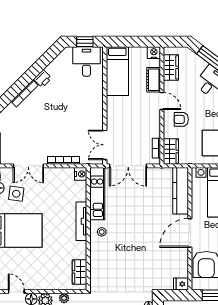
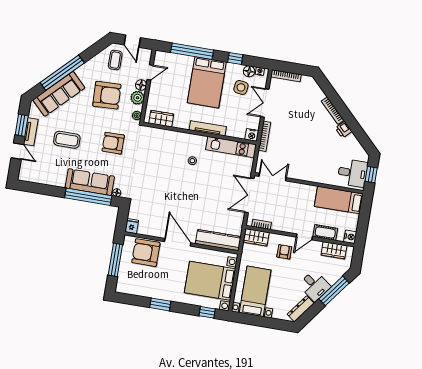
nightstand: (81, 174) -> (252, 135), moved
kitchen unit: (97, 194) -> (231, 147), moved
tv unit: (81, 221) -> (208, 128), moved
wall: (88, 229) -> (200, 133), moved
wardrobe: (80, 272) -> (161, 119), moved

